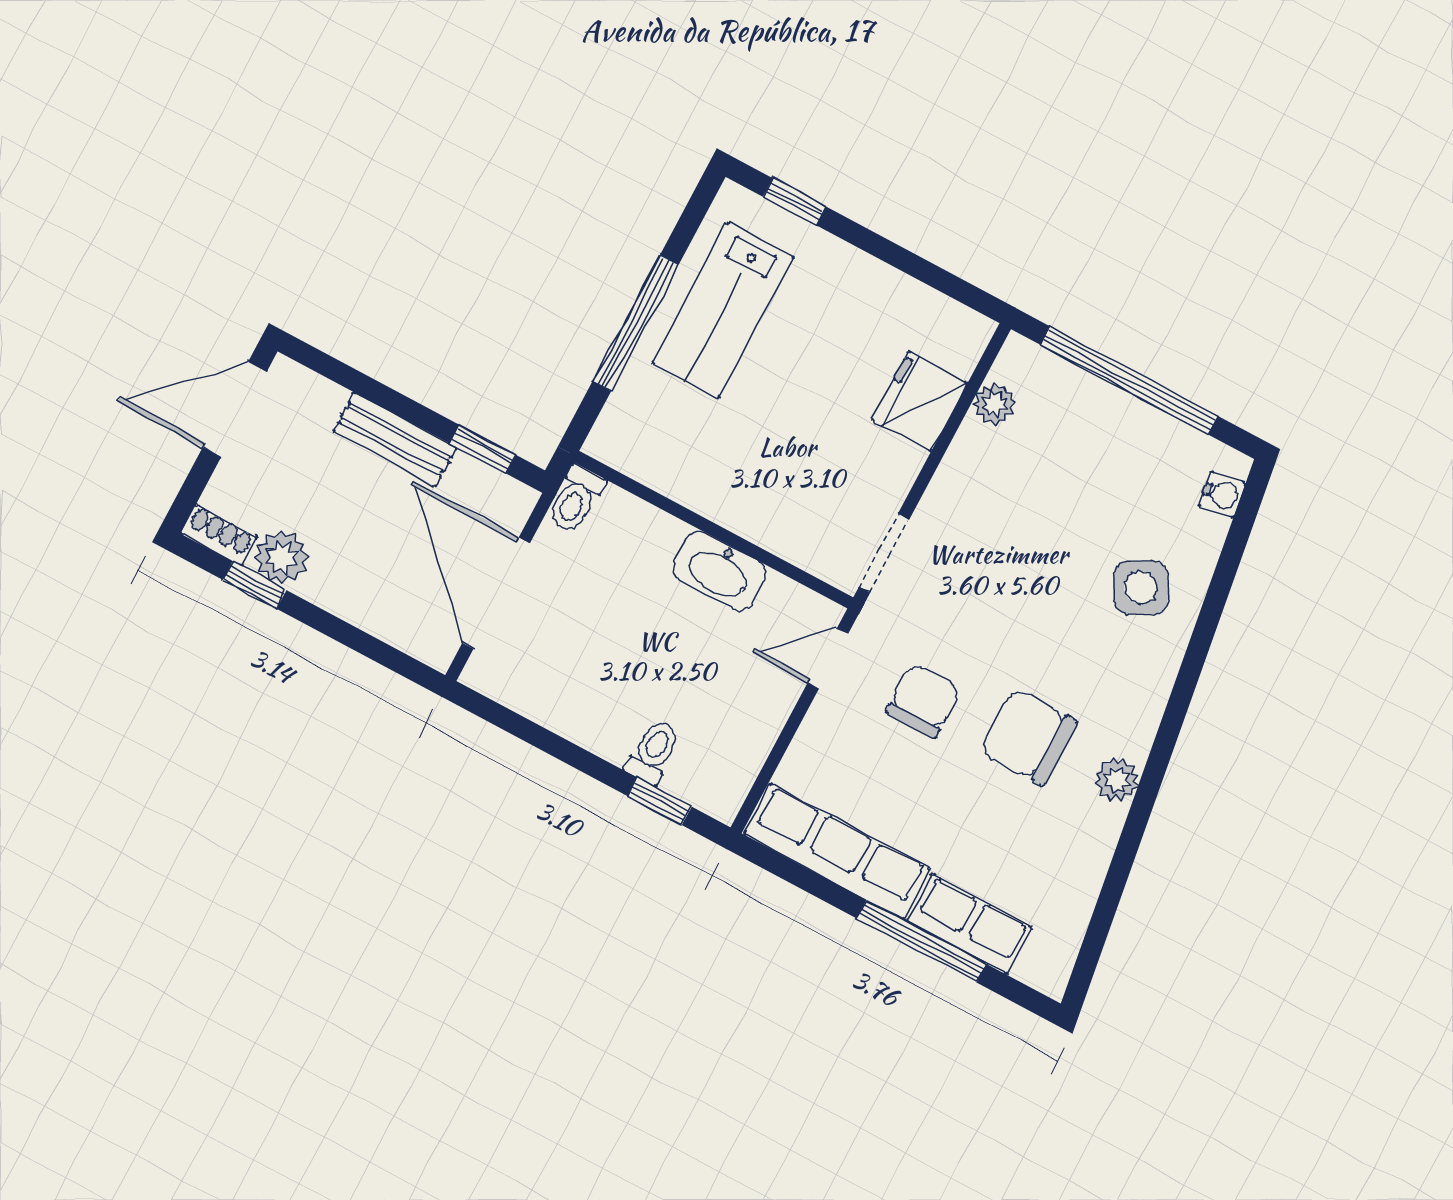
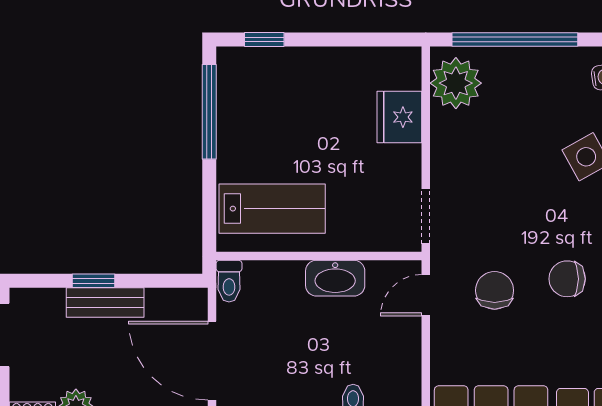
lab bench: (723, 310) -> (272, 209), moved, turned -90
window: (636, 323) -> (209, 112), moved
plant: (994, 404) -> (456, 83), width x1.87, depth x1.87
window: (483, 449) -> (94, 281), moved
chair: (1028, 737) -> (567, 279), width x0.73, depth x0.73

